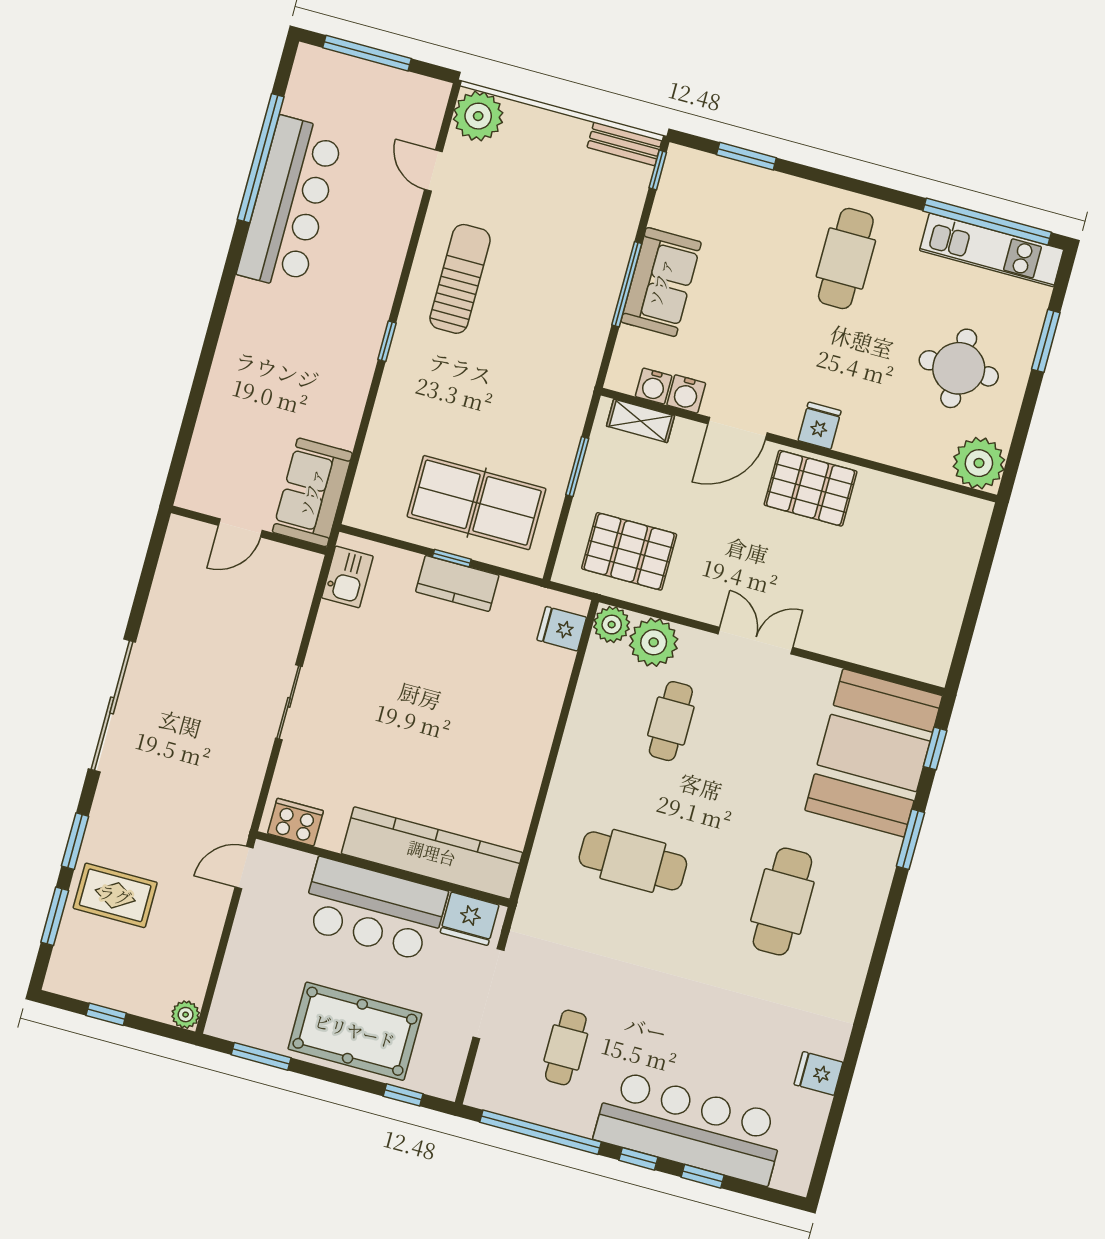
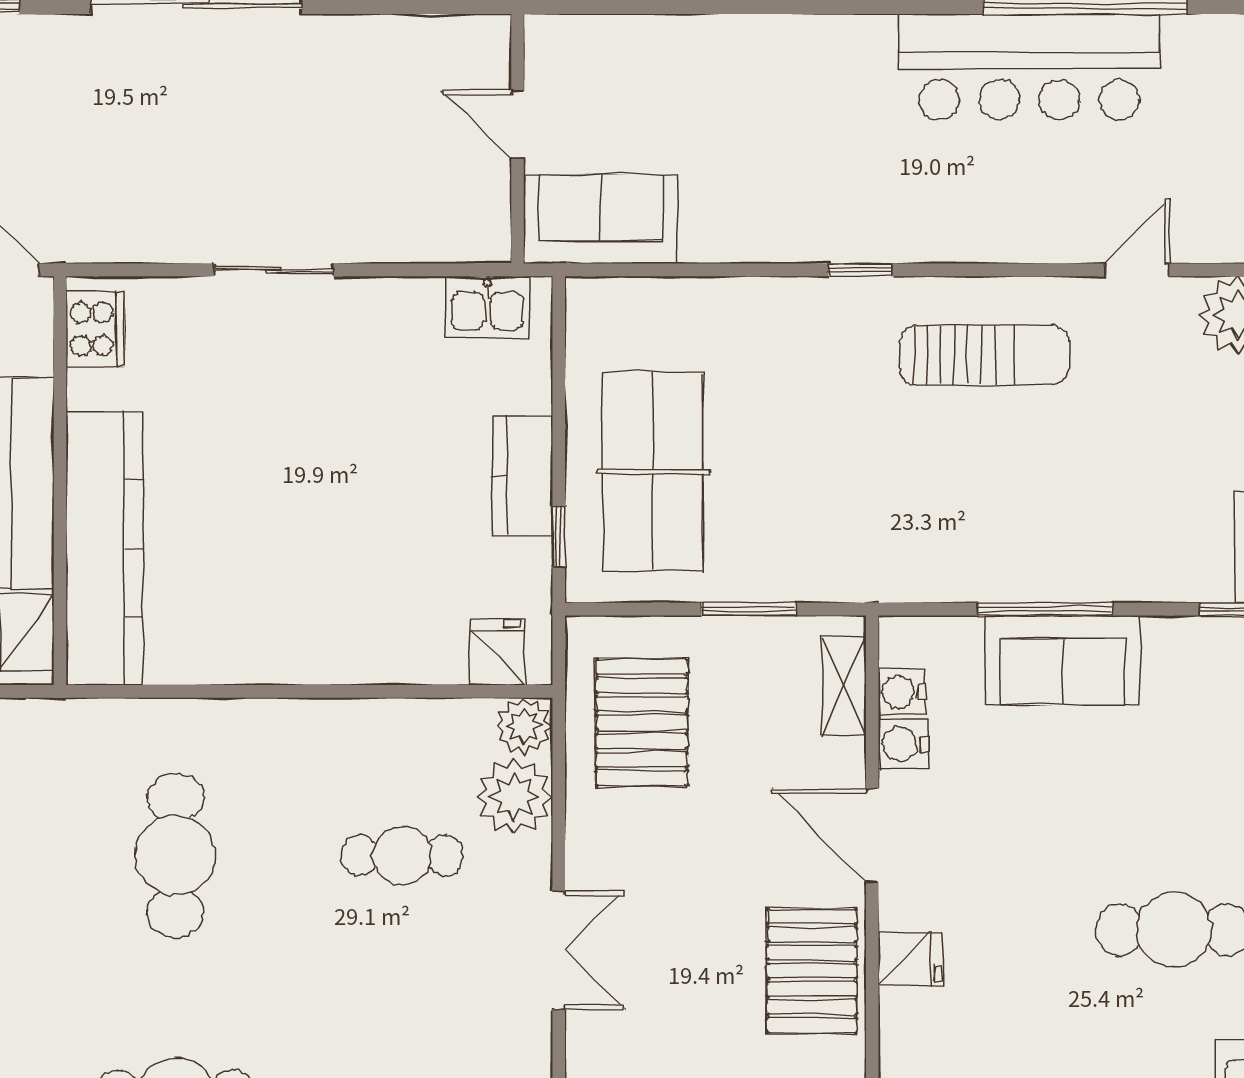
window: (452, 558) -> (559, 536), moved

